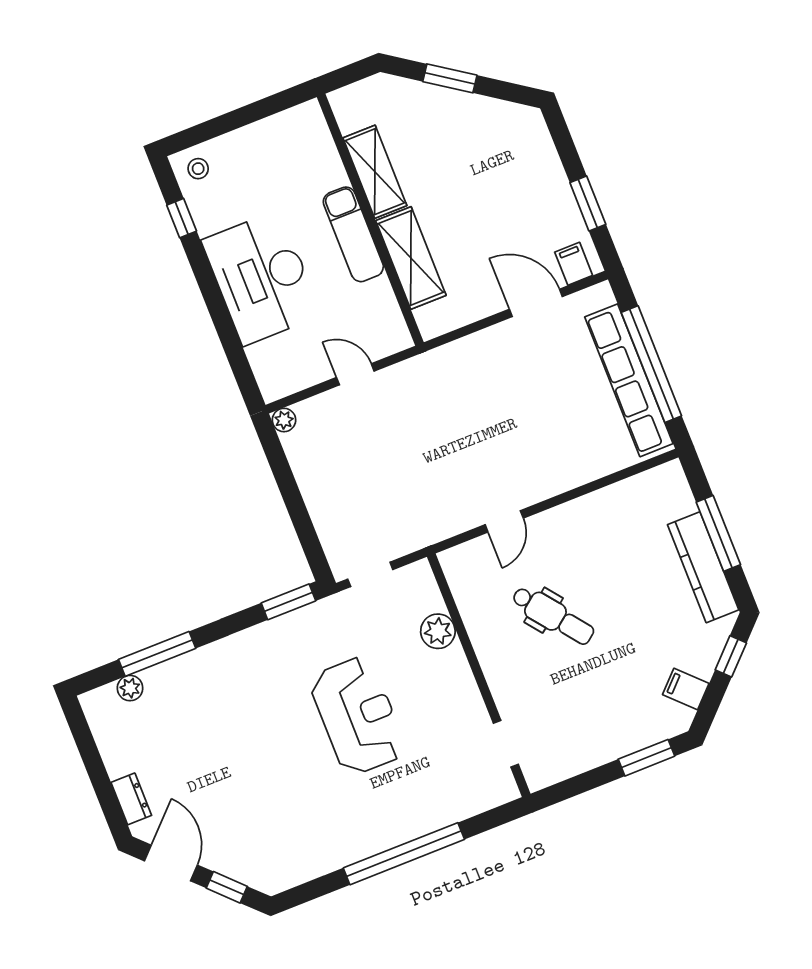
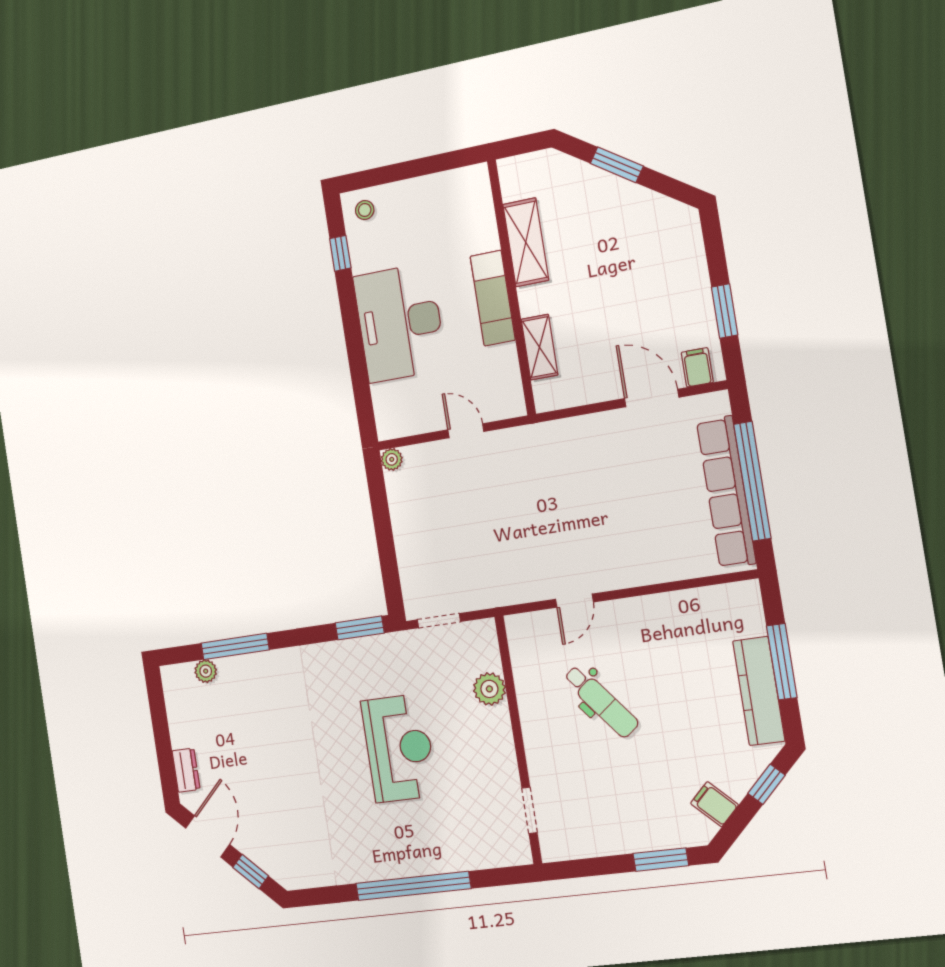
shelving: (411, 258) -> (539, 347), width x0.67, depth x0.75

